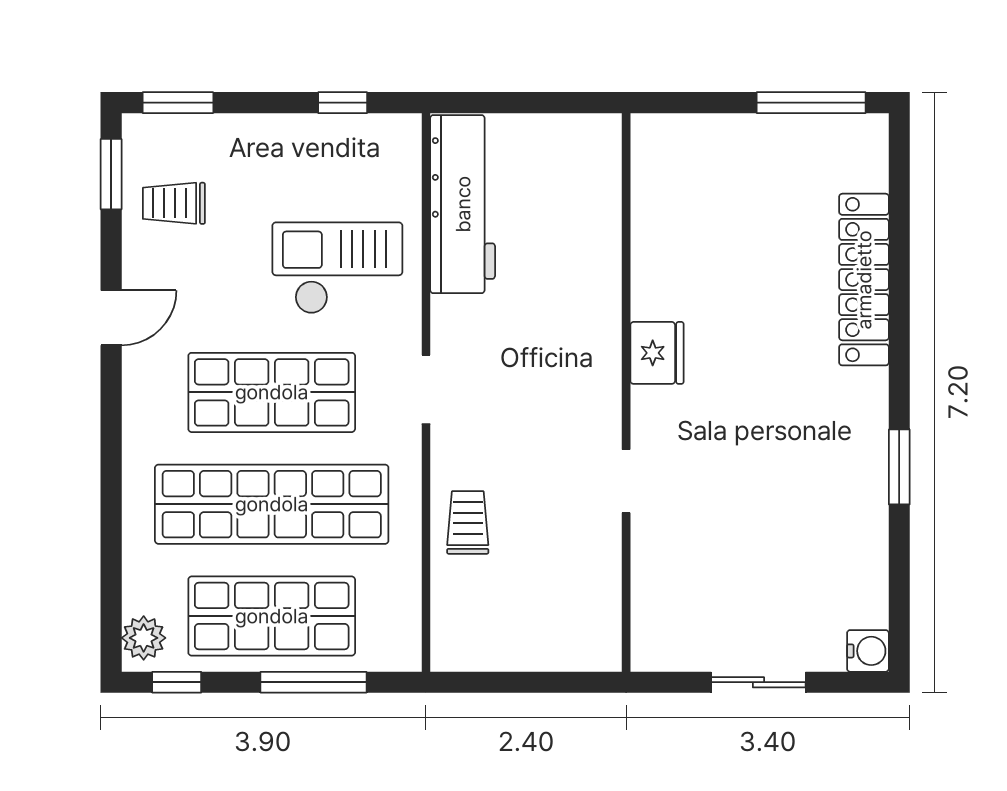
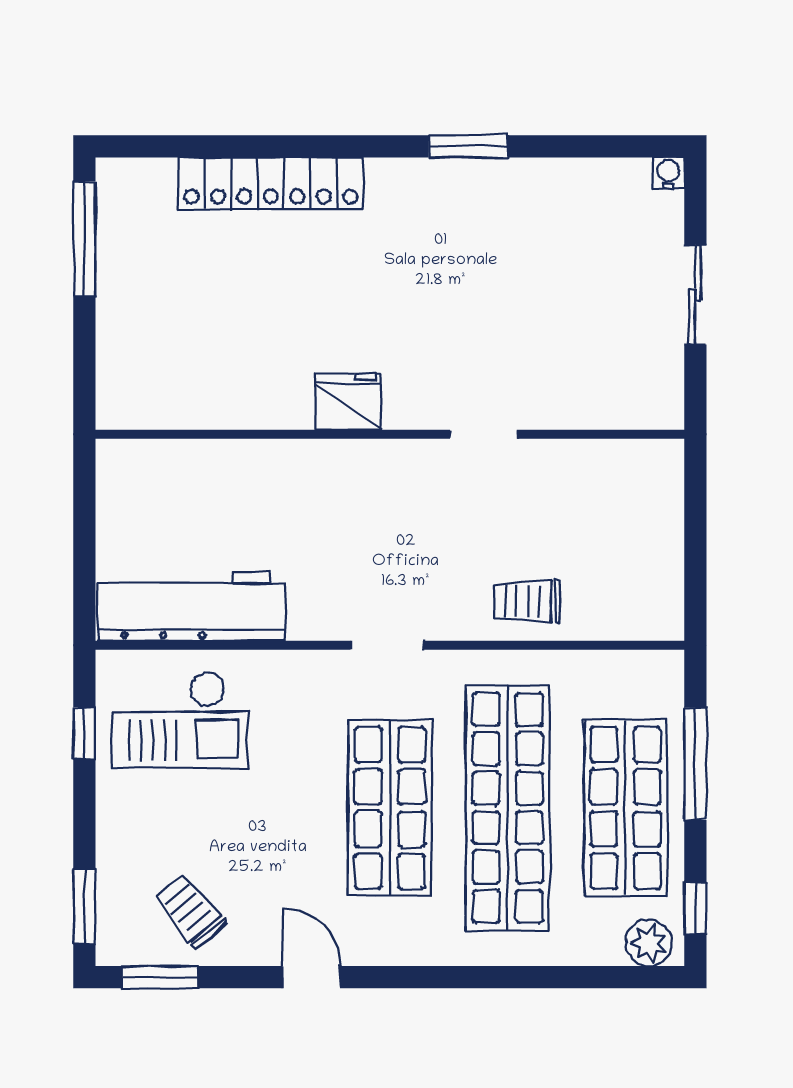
trolley: (174, 203) -> (191, 911), turned 140
checkout: (337, 268) -> (180, 720), moved, turned -90
water cooler: (868, 651) -> (669, 173), width x0.72, depth x0.72

